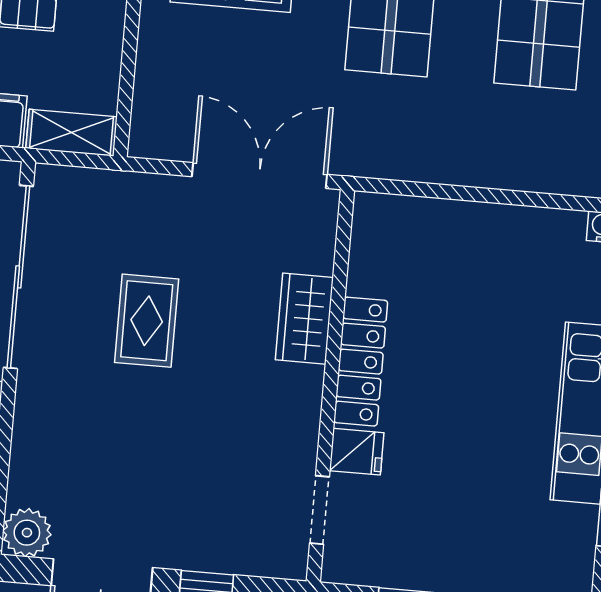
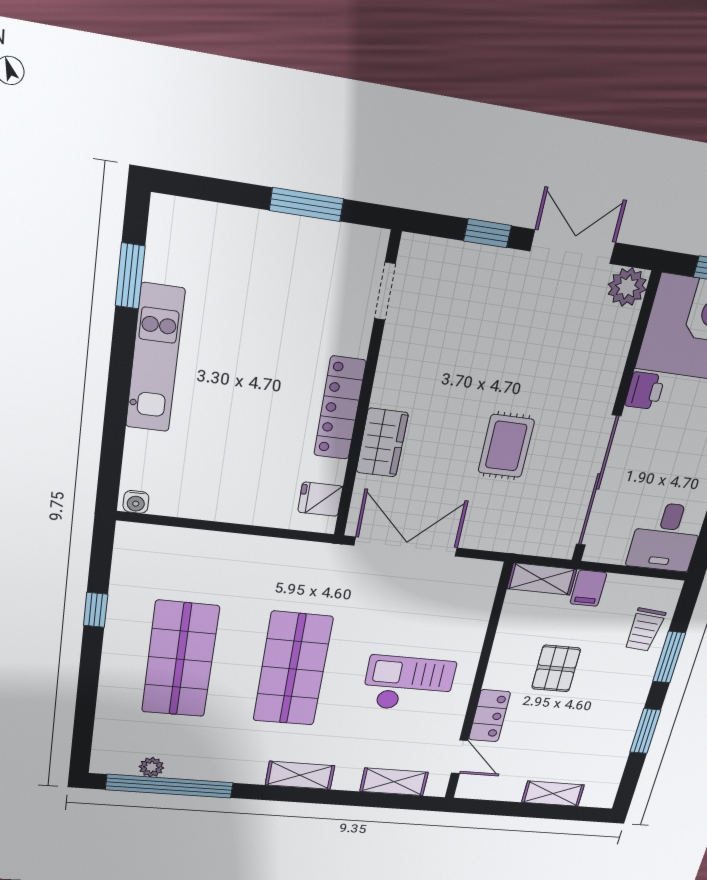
double door: (259, 175) -> (406, 547), swing flipped
fridge: (357, 452) -> (320, 499), moved

